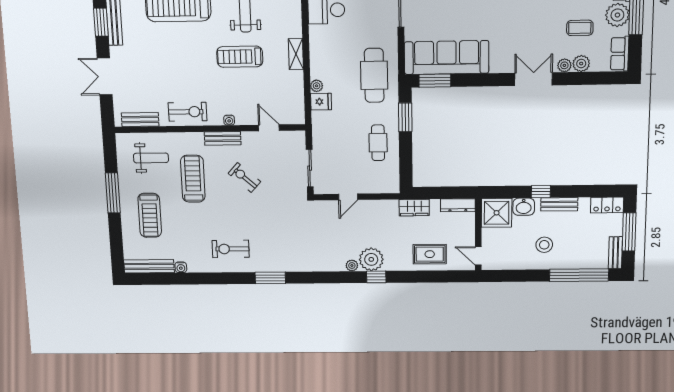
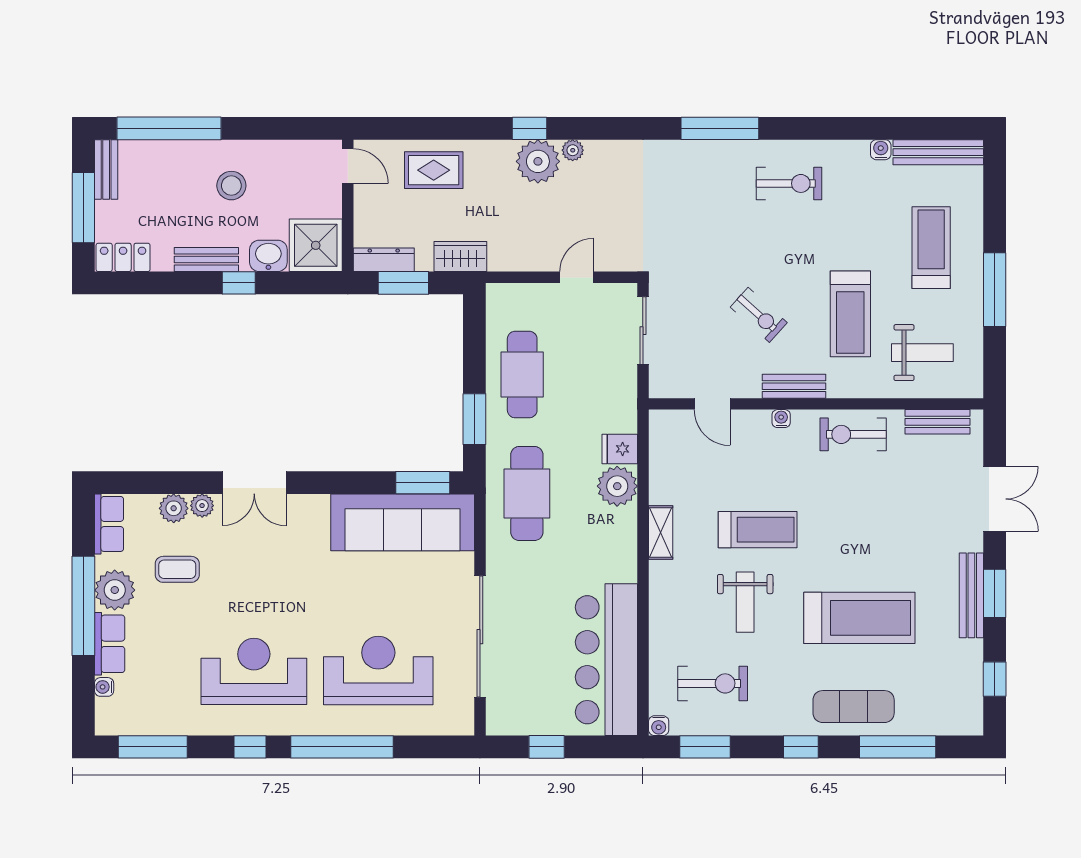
plant: (317, 86) -> (617, 486), width x1.88, depth x1.88
cafe table: (378, 143) -> (522, 375), width x1.37, depth x1.35
weight bench: (151, 158) -> (922, 353), turned 180
window: (447, 193) -> (403, 283), added
window: (270, 278) -> (720, 128), width x1.44

